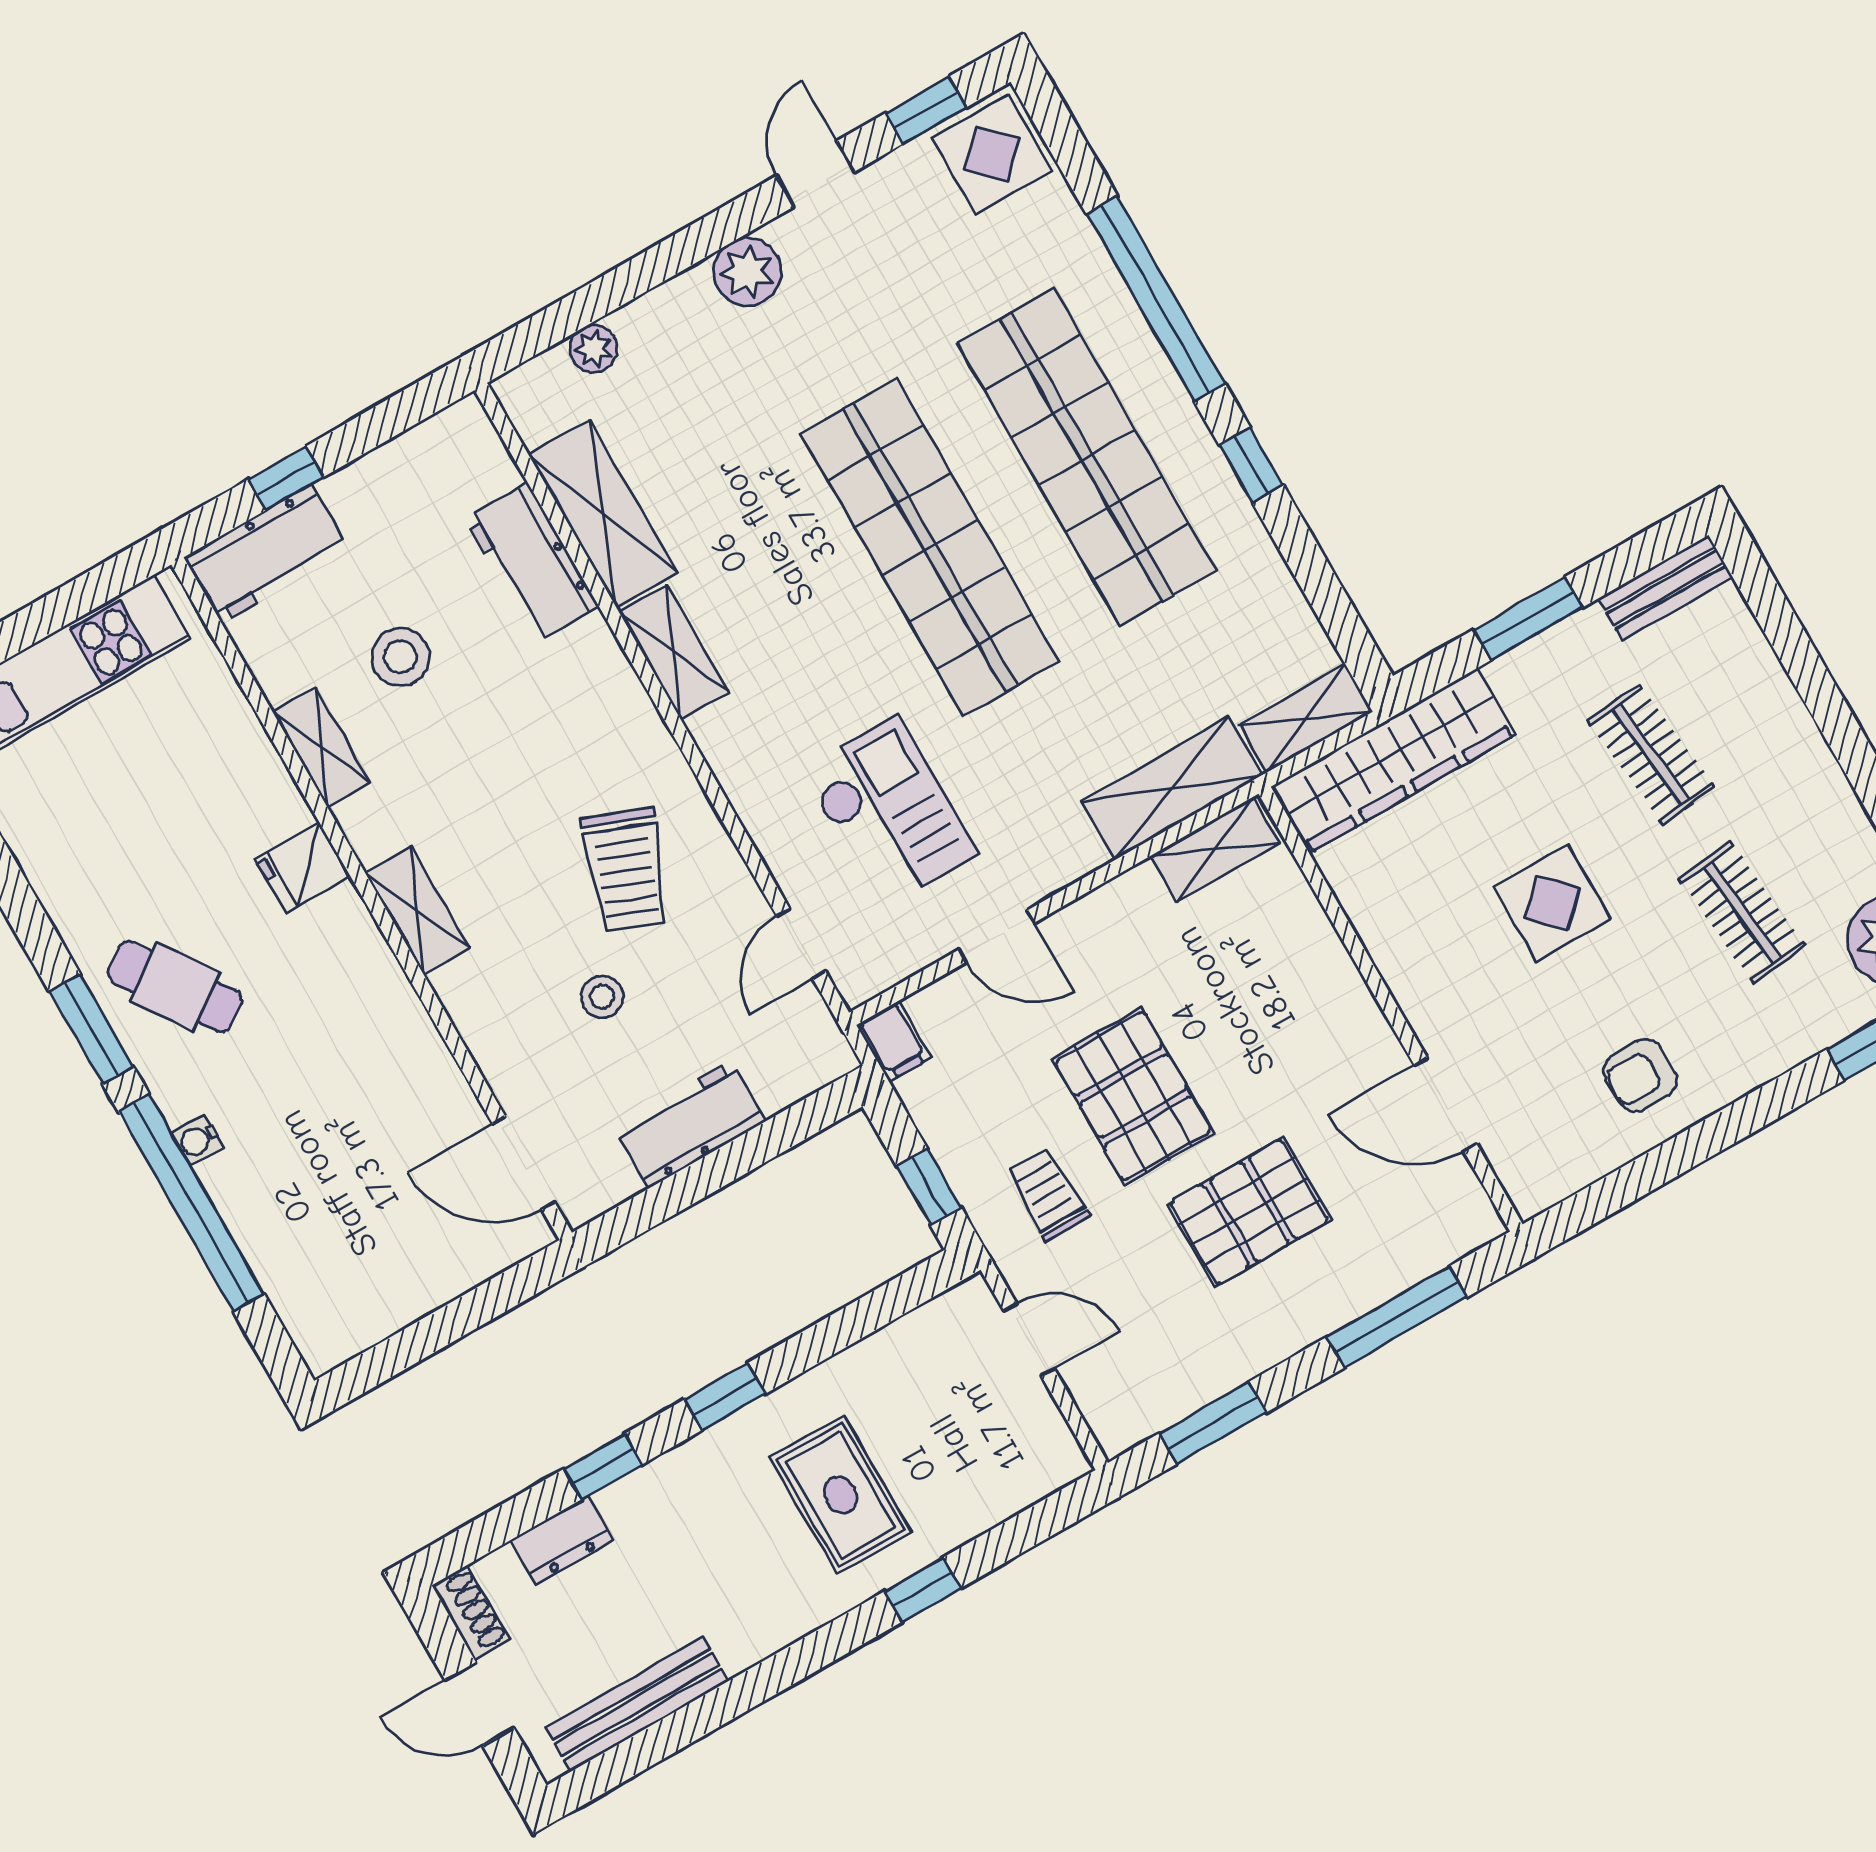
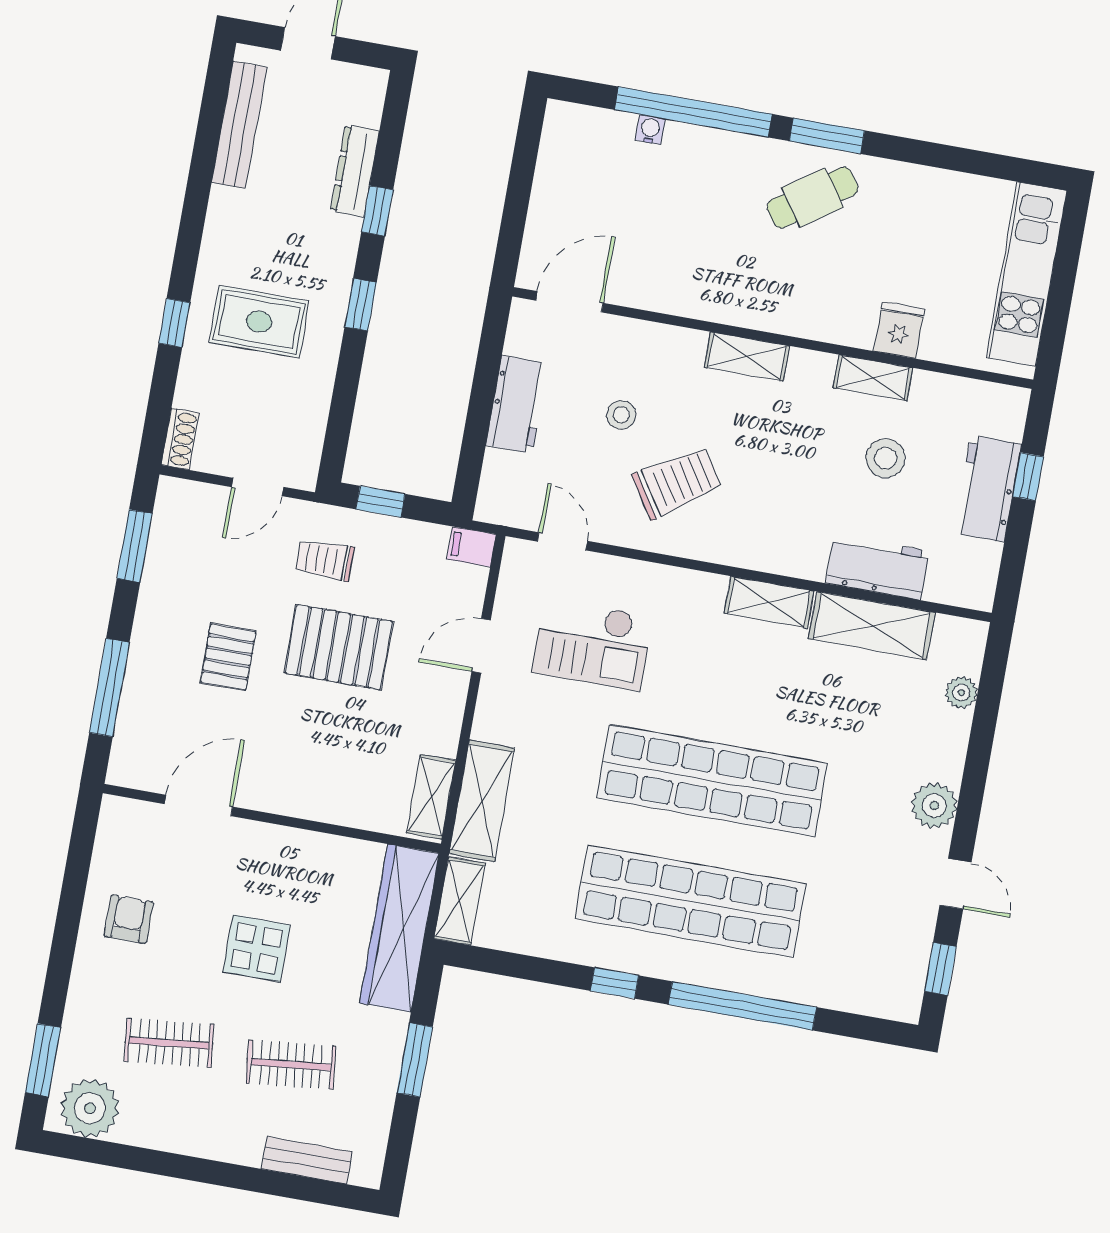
display table: (992, 154) -> (889, 984), removed
workbench: (266, 554) -> (988, 489), moved
bench: (1665, 588) -> (307, 1160), moved, turned 90
fridge: (303, 868) -> (899, 330), moved
trolley: (626, 870) -> (677, 482), turned 126
water cooler: (198, 1140) -> (650, 130), moved
trolley: (1048, 1194) -> (325, 560), turned 180
pallet: (1249, 1212) -> (228, 657), width x0.67, depth x0.71
dresser: (562, 1540) -> (355, 171), width x1.44
shoe rack: (471, 1612) -> (180, 439), moved, turned -90

